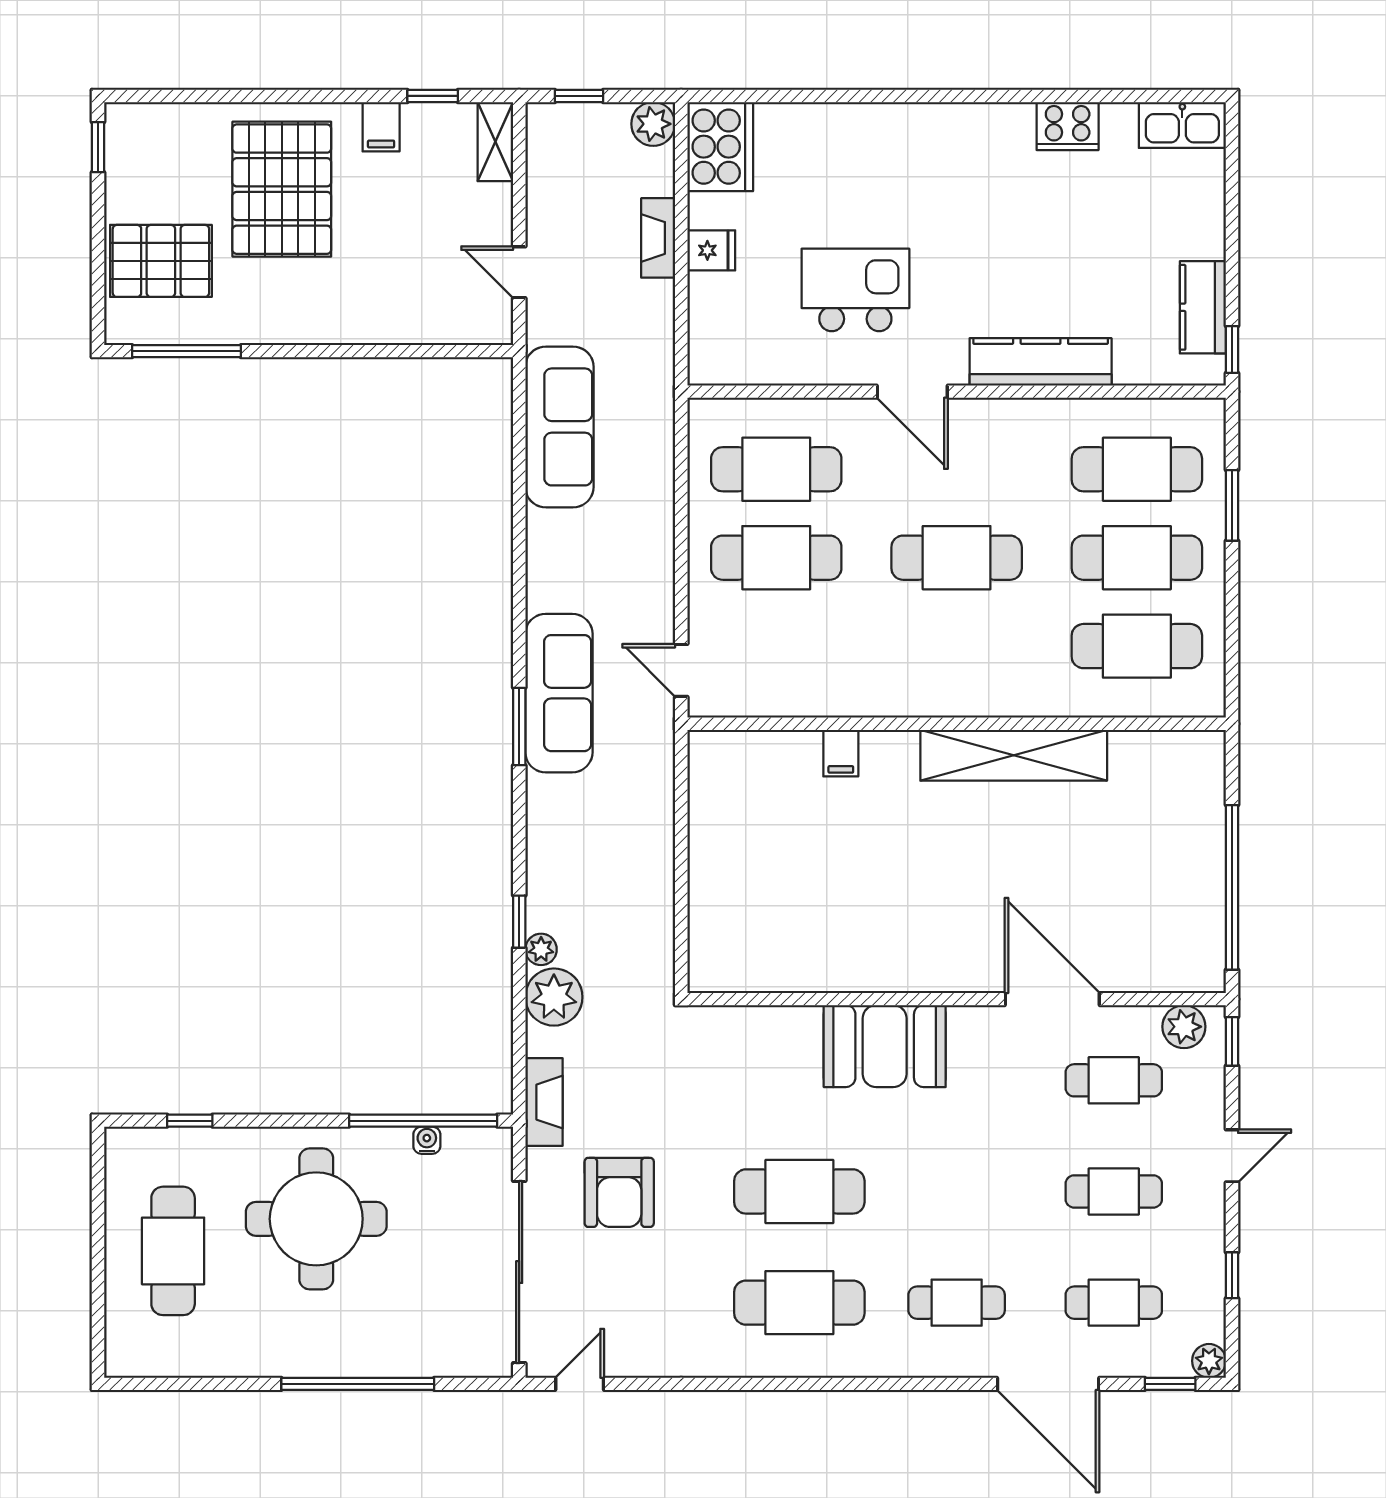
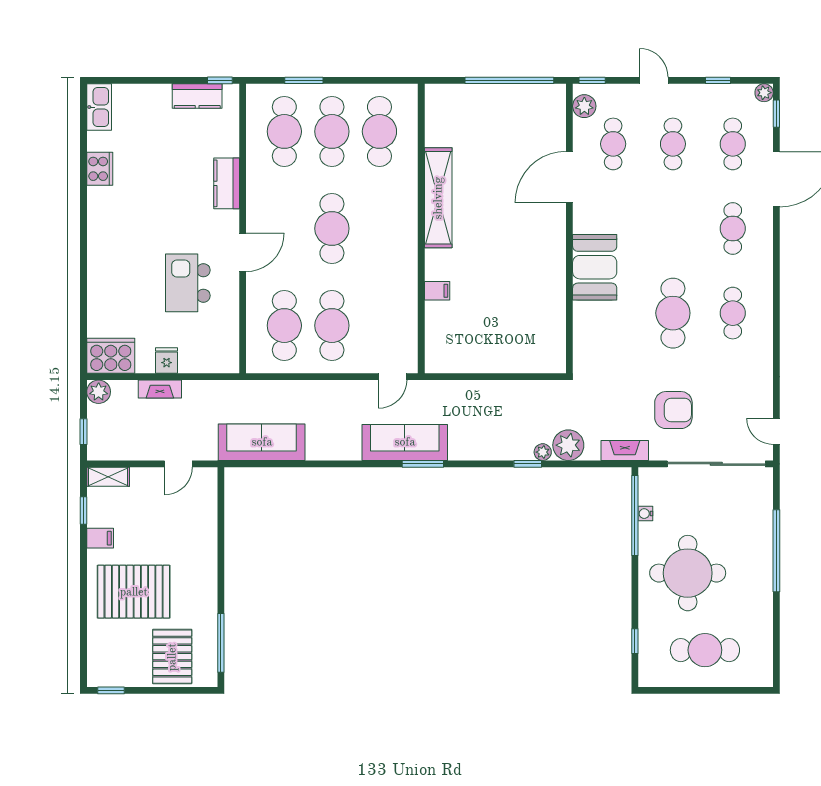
kitchen counter: (1041, 362) -> (227, 183), width x0.67
cafe table: (799, 1303) -> (733, 313), width x0.73, depth x0.74

